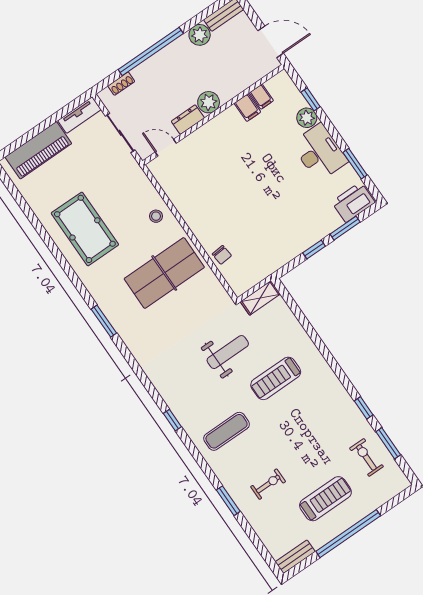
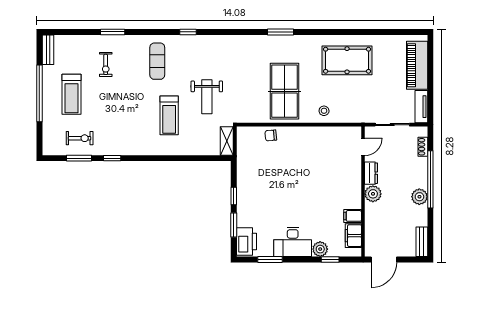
plant: (200, 35) -> (419, 197), moved
filing cabinet: (261, 97) -> (353, 236), width x2.00
treadmill: (276, 378) -> (169, 115), turned 180

